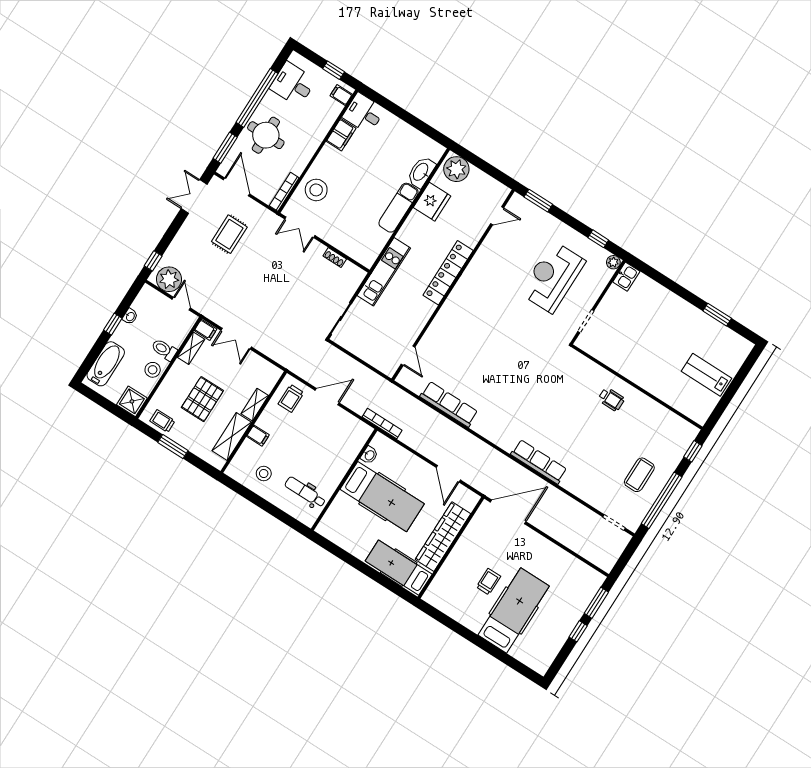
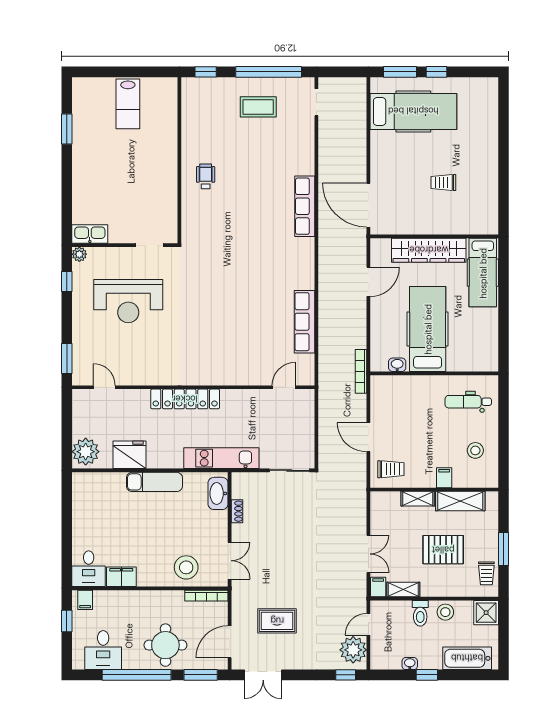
washbasin: (421, 172) -> (218, 493), moved, turned 90
kitchen sink: (626, 277) -> (90, 234), width x1.38
dental chair: (305, 492) -> (468, 402), turned 90
hospital bed: (514, 610) -> (413, 111), moved, turned 180

